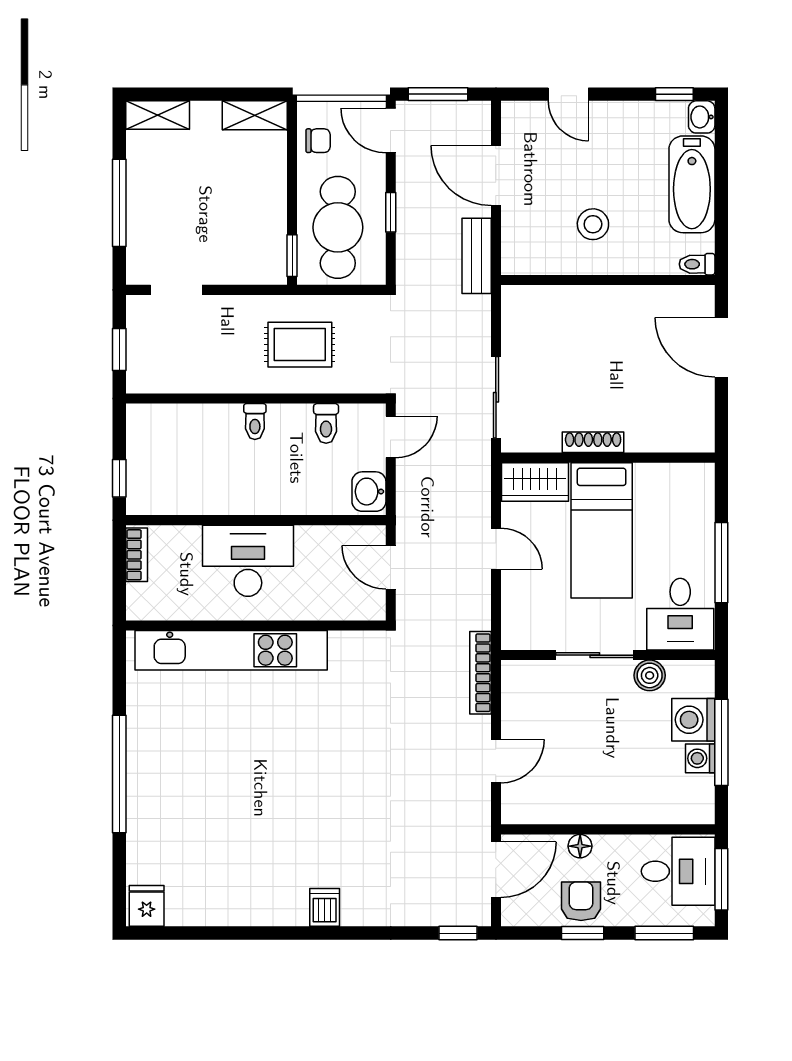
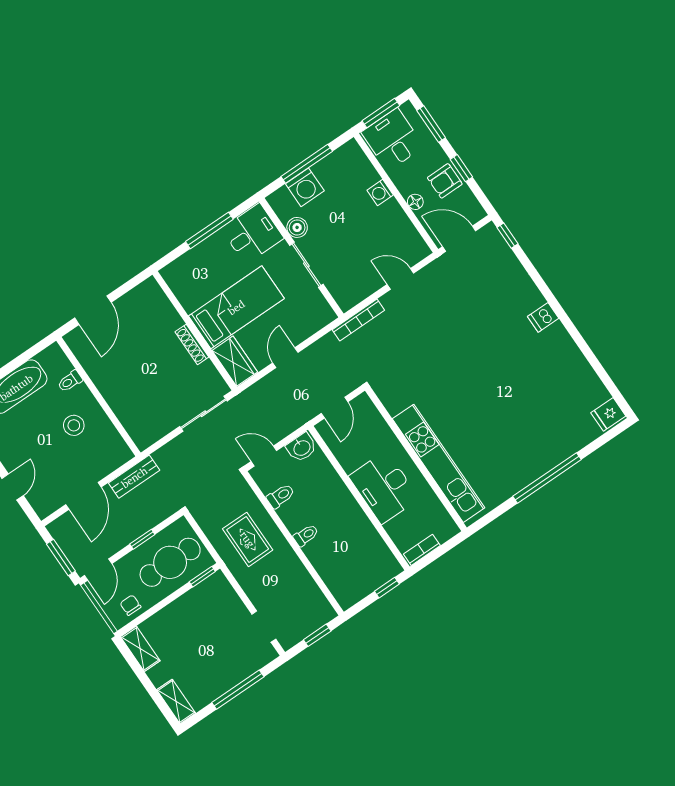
toilet: (697, 264) -> (70, 381), moved, turned 90
washing machine: (700, 758) -> (380, 193), moved, turned 90

